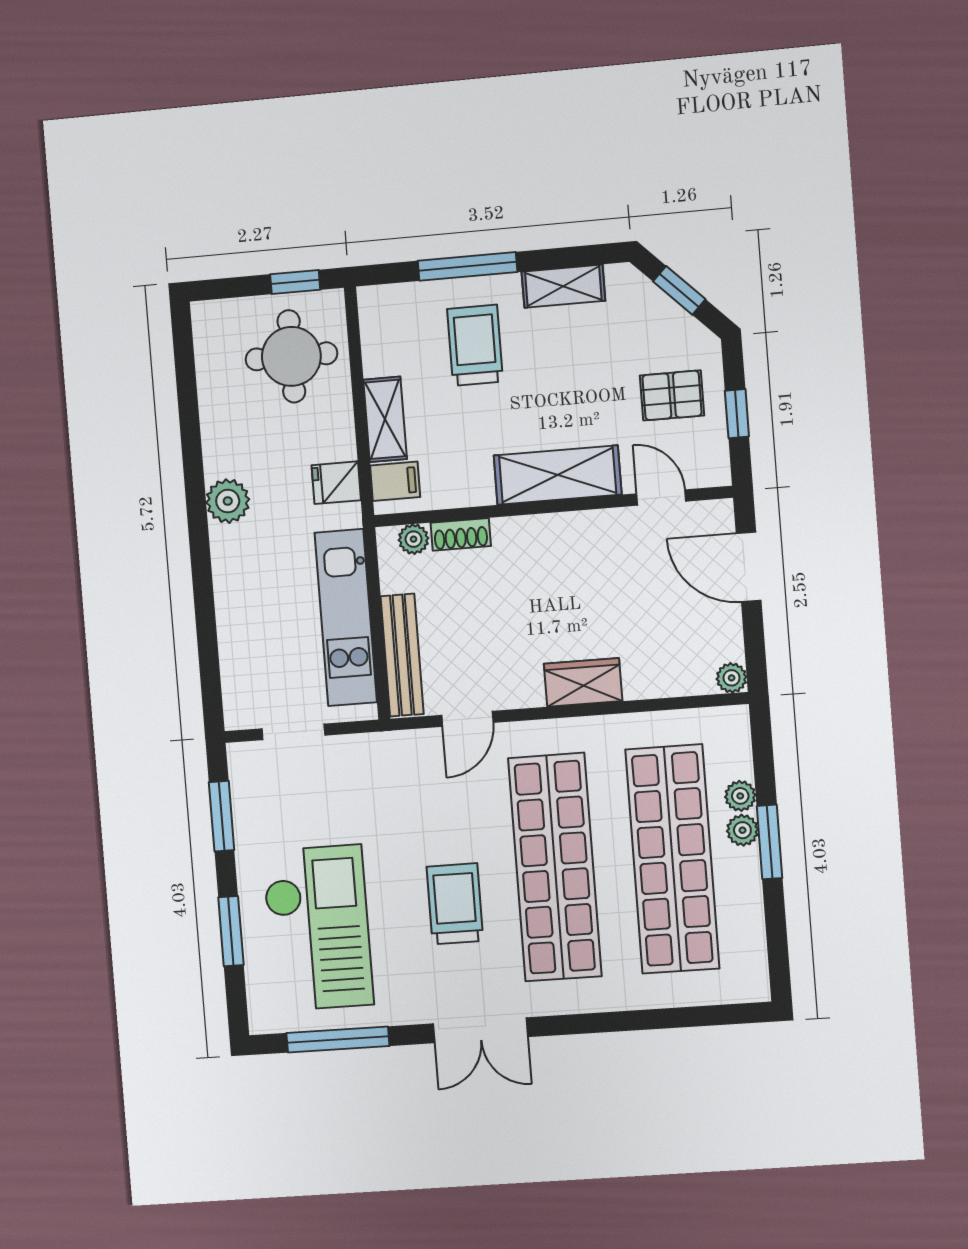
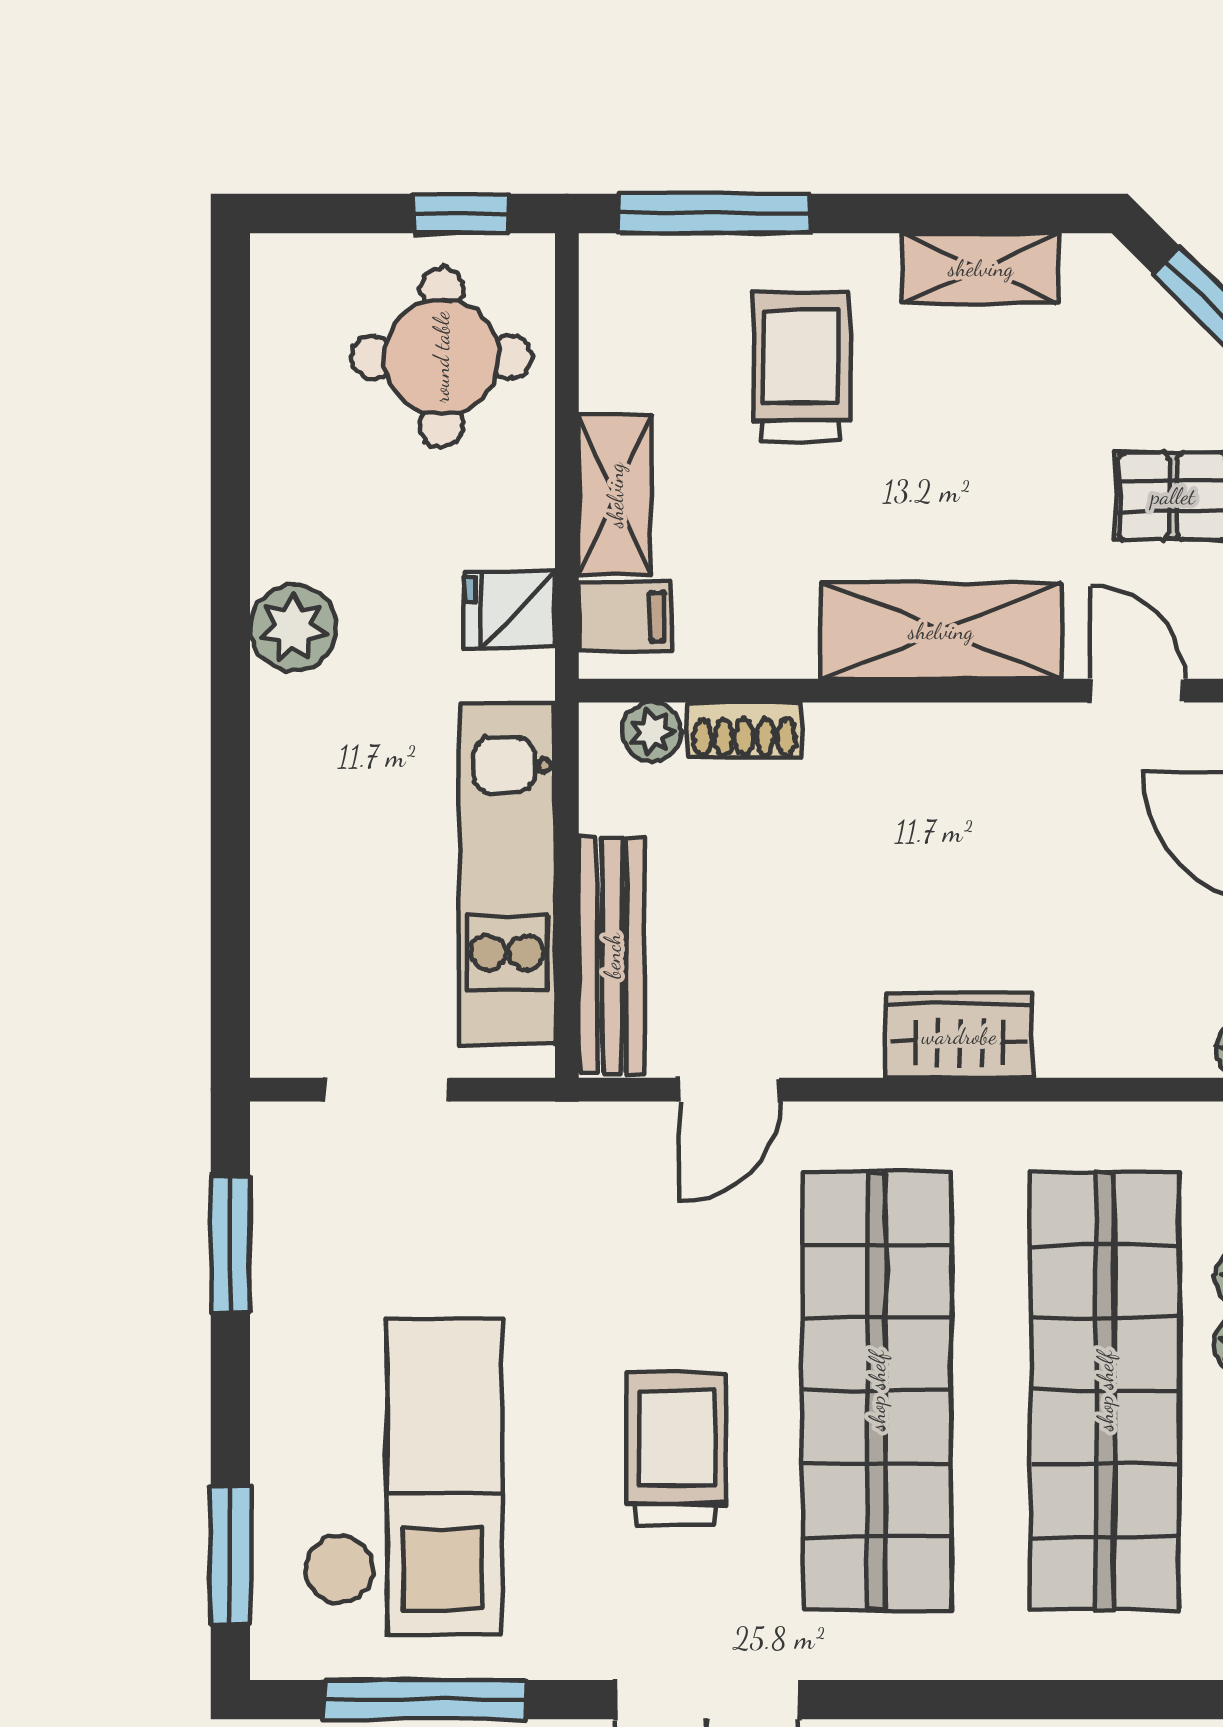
window: (468, 266) -> (714, 214), moved
window: (231, 931) -> (230, 1555), moved

